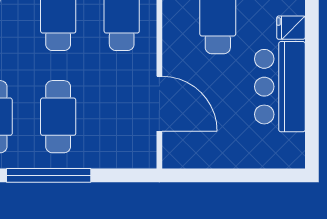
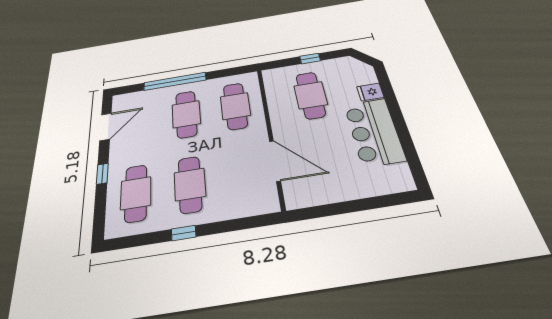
window: (49, 175) -> (184, 233), width x0.32

